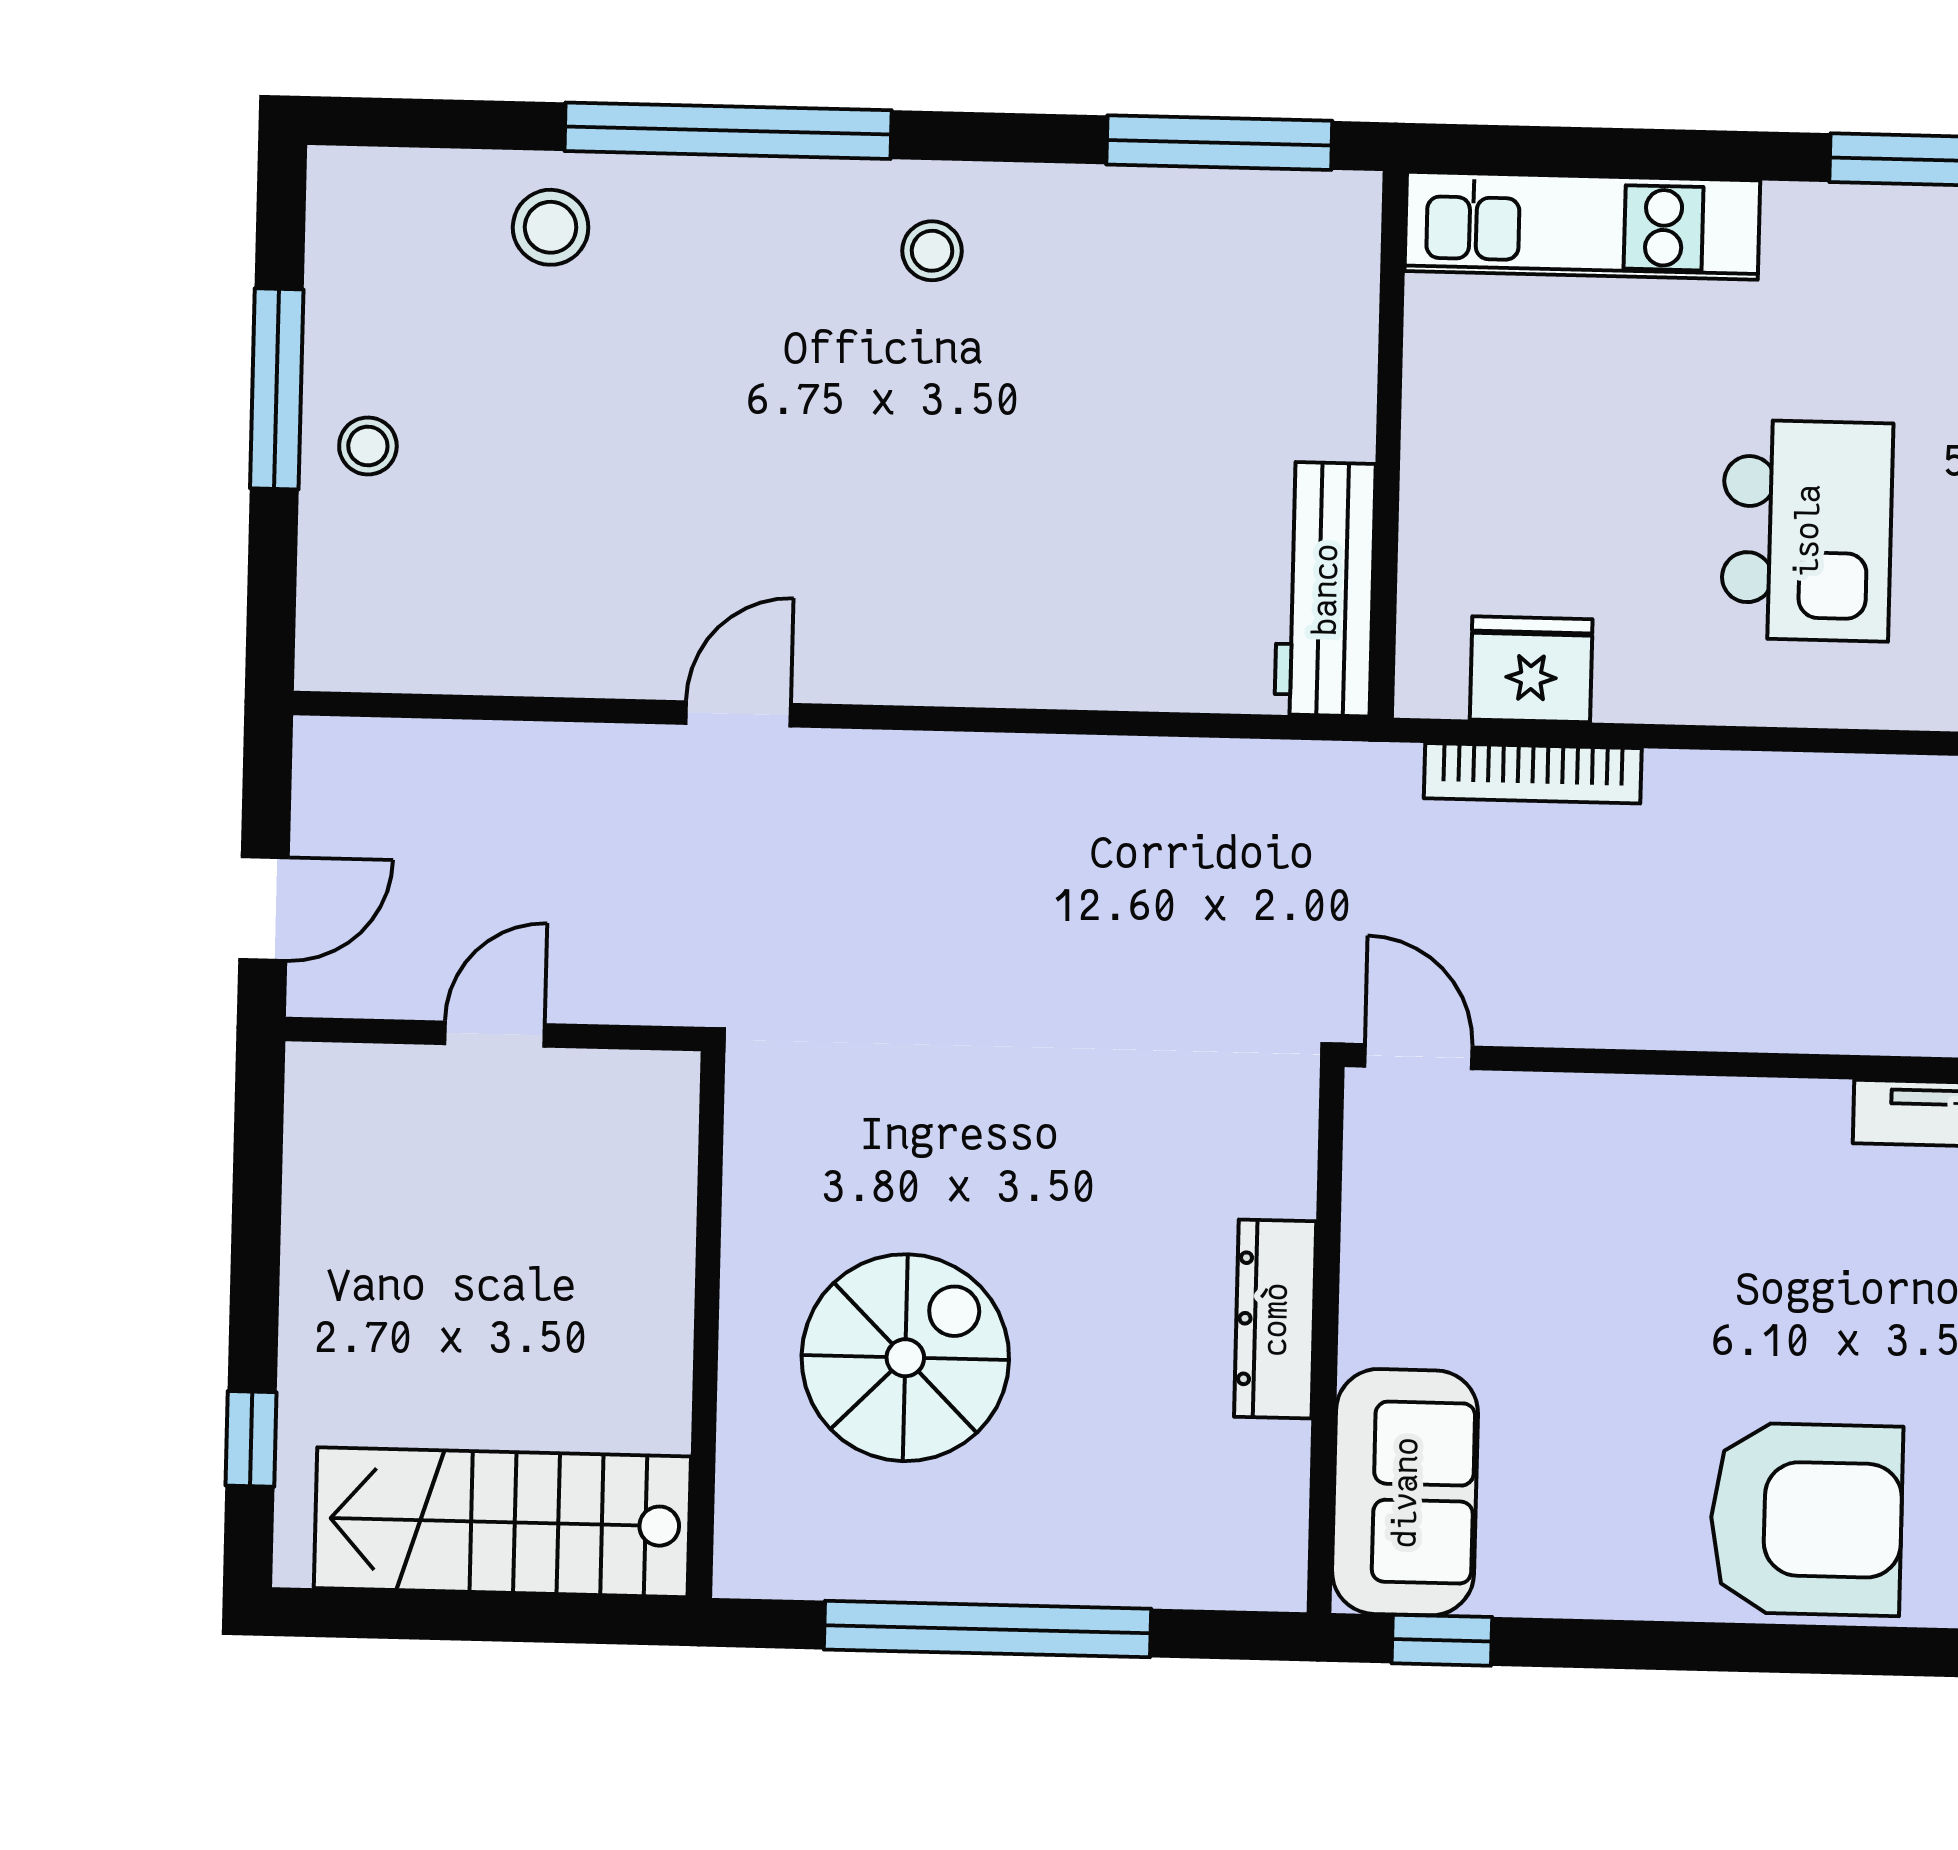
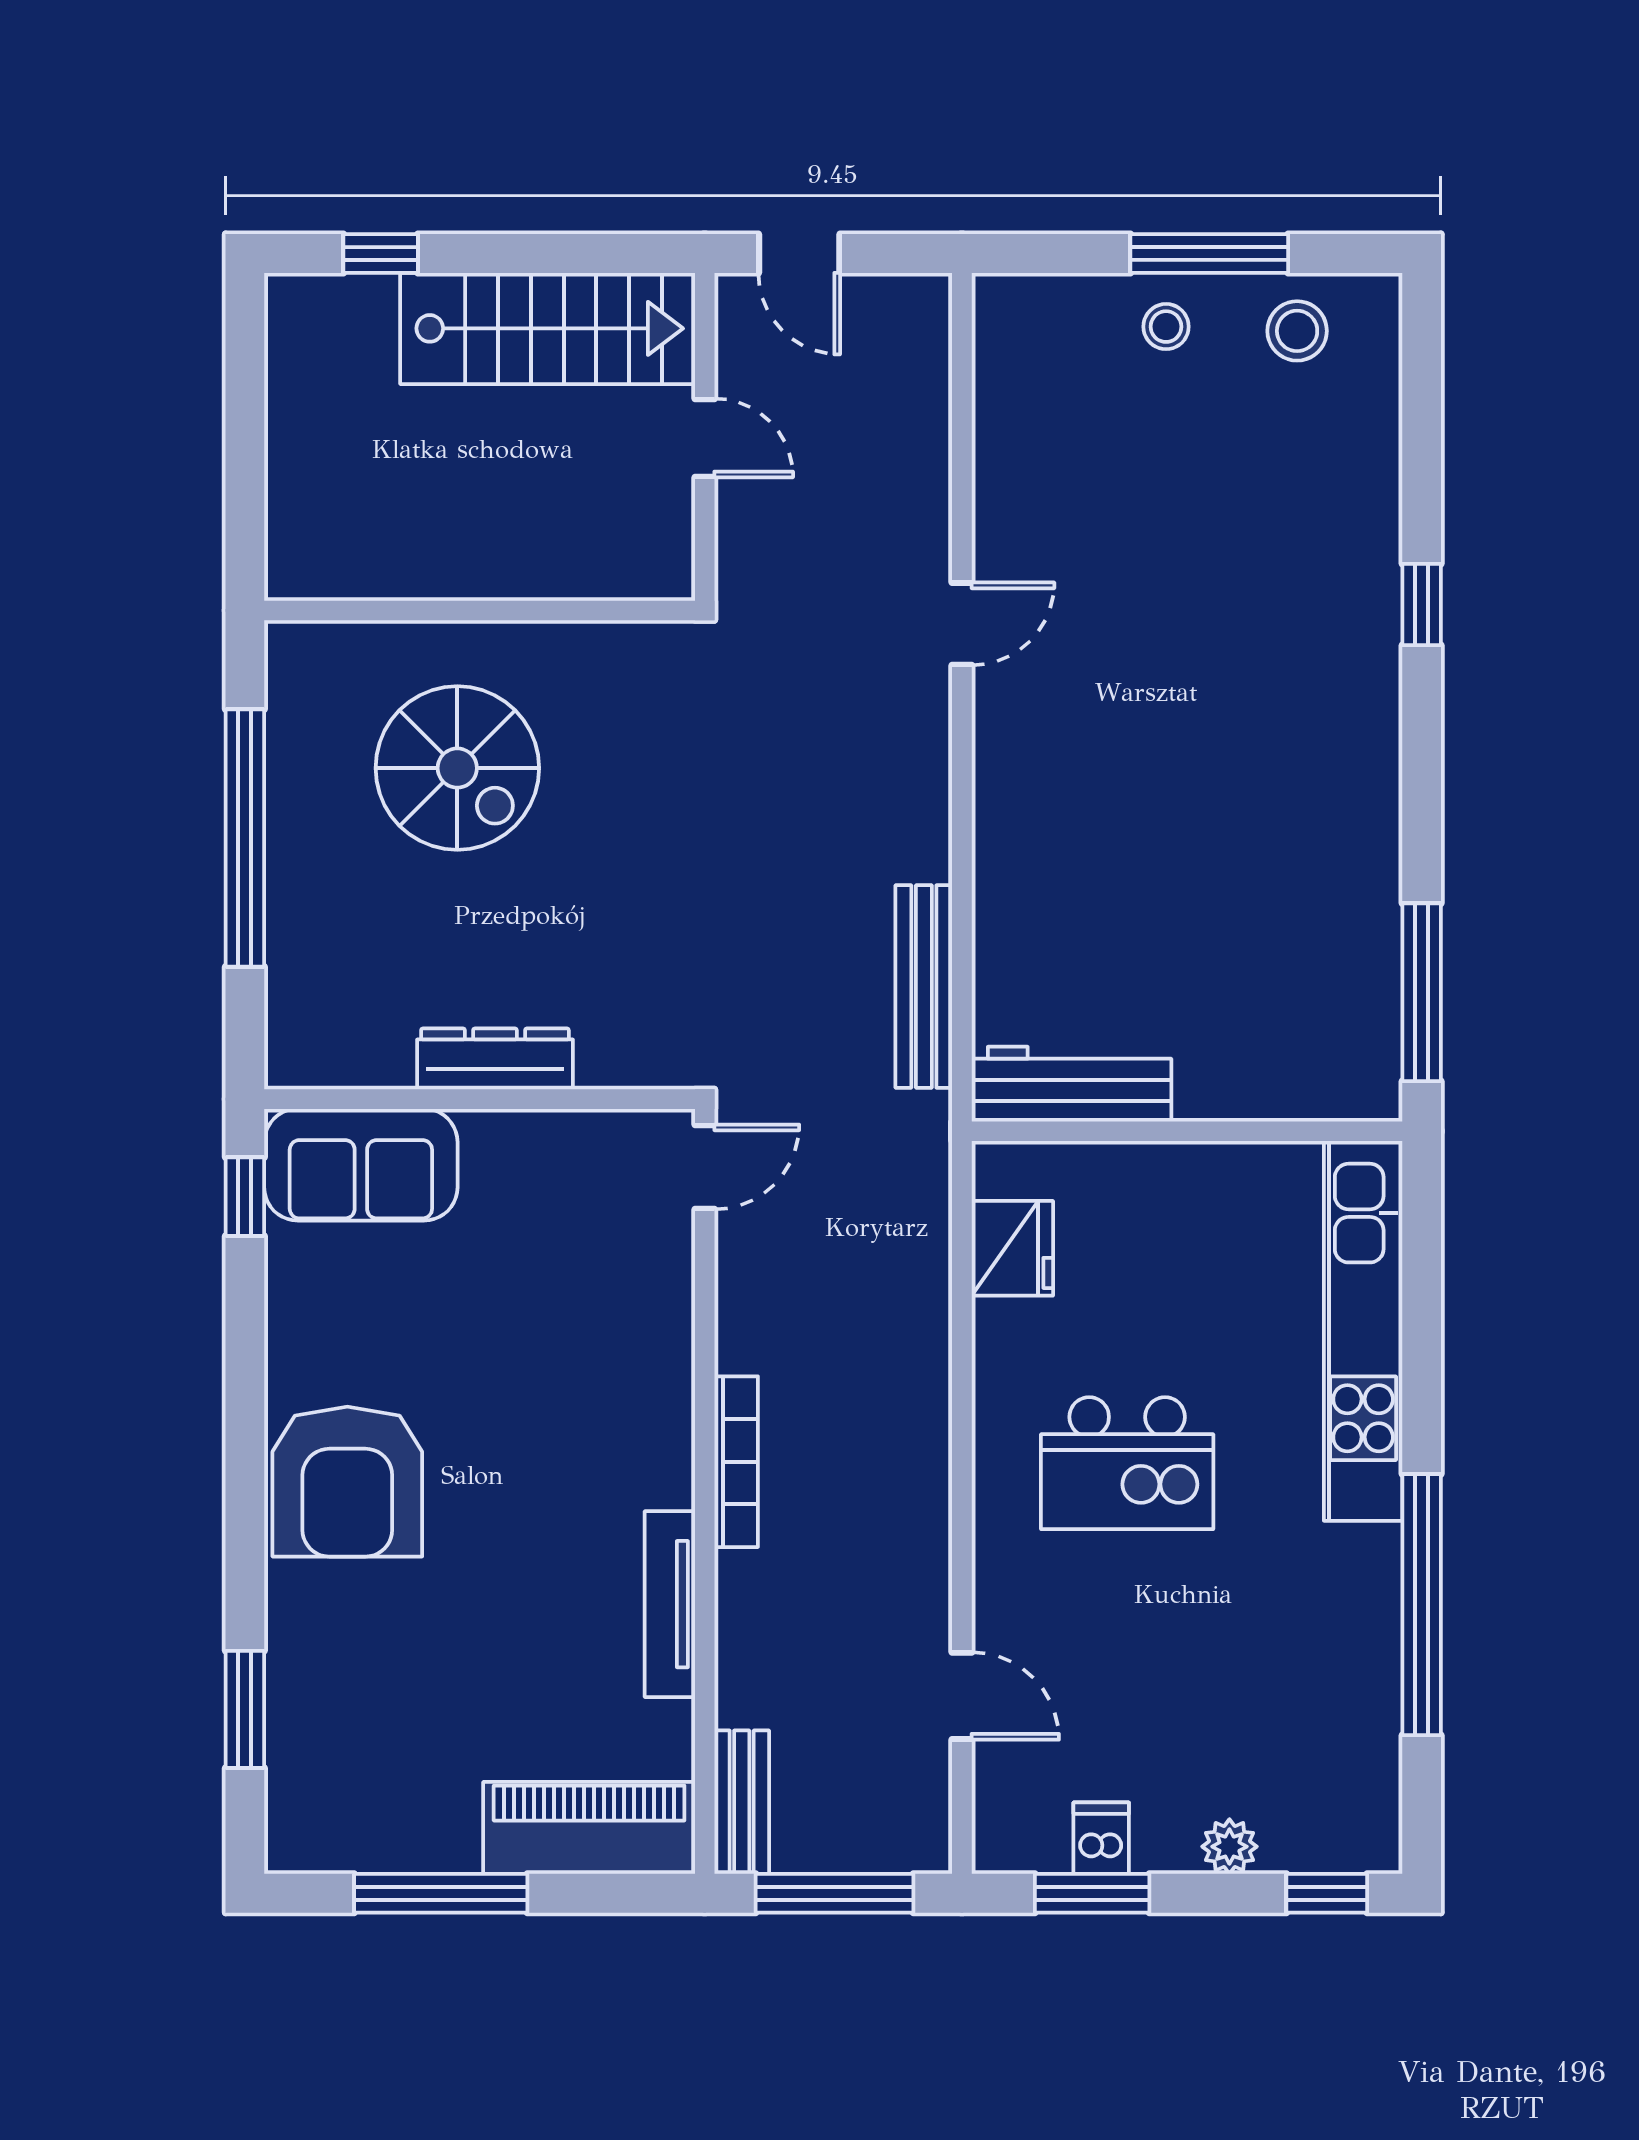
window: (728, 131) -> (1422, 605), width x0.32
kitchen unit: (1582, 226) -> (1363, 1331), width x1.36
stool: (551, 227) -> (1297, 331), moved
stool: (932, 251) -> (1331, 768), removed
door: (738, 714) -> (962, 624), hinge flipped
bench: (1197, 773) -> (924, 986), added
bookcase: (1533, 773) -> (736, 1462), moved, turned 180
stairs: (502, 1522) -> (548, 328), moved, turned 90

